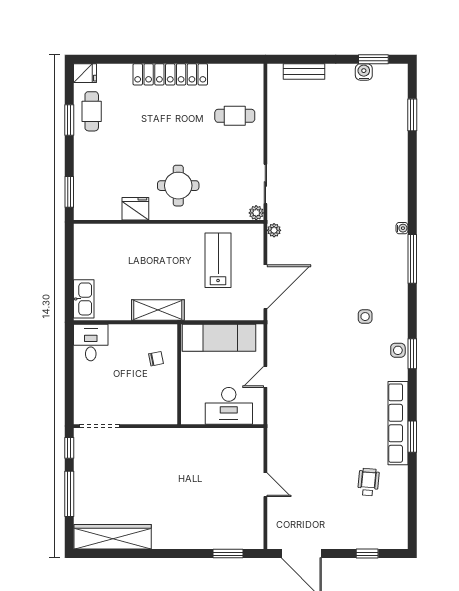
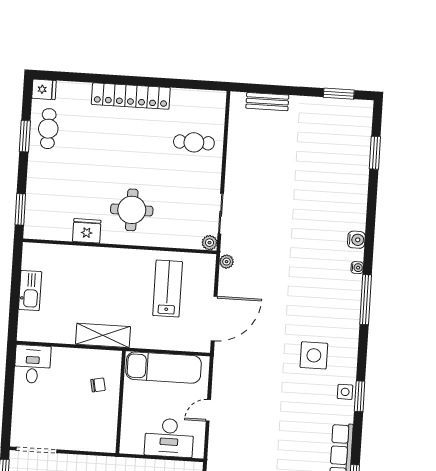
water cooler: (364, 72) -> (356, 240), moved, turned 90
kitchen sink: (84, 299) -> (30, 291), moved
side table: (365, 317) -> (314, 355), width x1.87, depth x1.87

